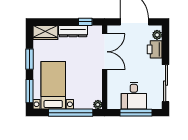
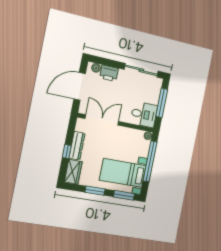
window: (85, 22) -> (67, 152), moved
desk: (134, 96) -> (144, 115), moved

